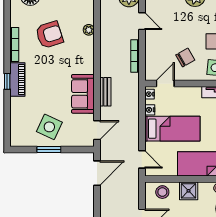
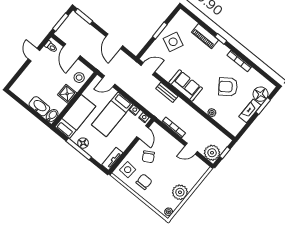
armchair: (49, 35) -> (228, 87), turned 72
piano: (17, 80) -> (205, 36), moved
sofa: (83, 94) -> (186, 85), moved
door: (97, 130) -> (148, 69), swing flipped
door: (97, 173) -> (114, 41), moved

